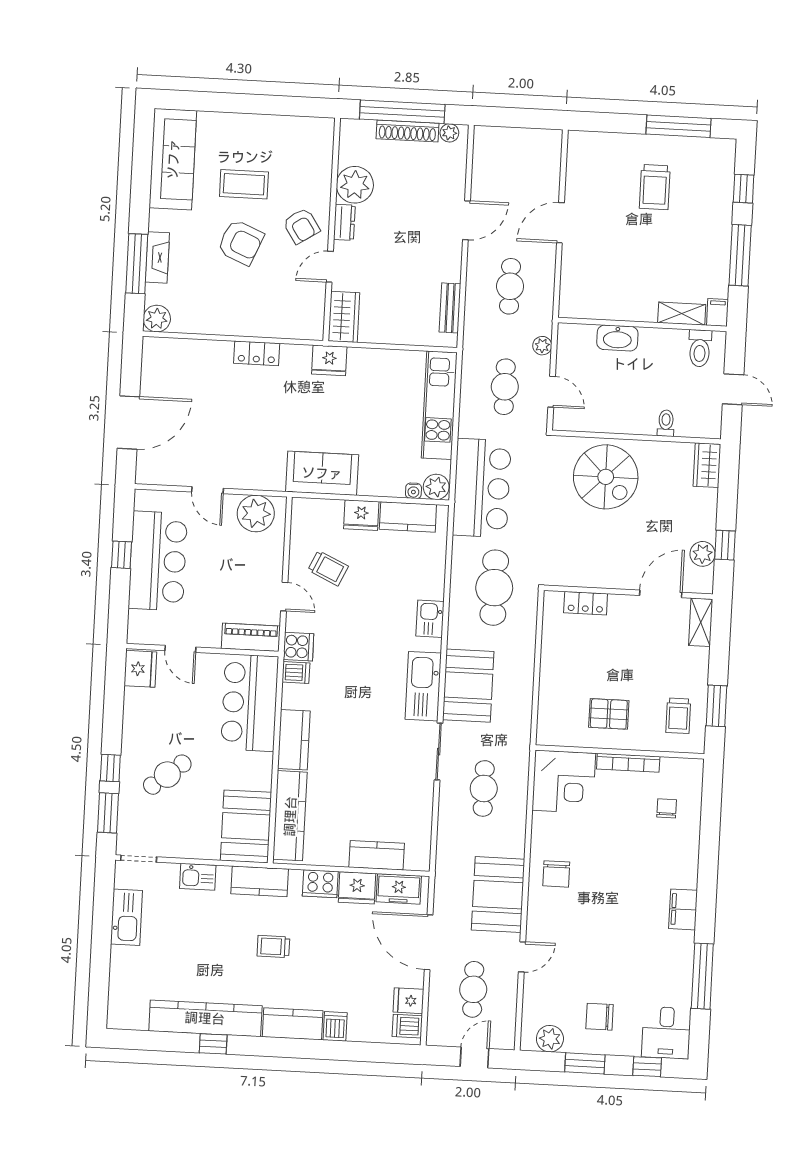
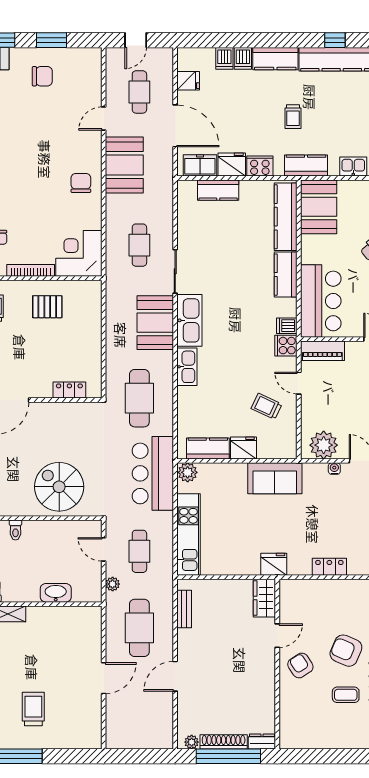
coffee table: (244, 184) -> (346, 695), width x0.73, depth x0.77
plant: (355, 185) -> (261, 699), removed
dresser: (344, 222) -> (262, 741), moved, turned 90
cafe table: (510, 286) -> (139, 628), width x1.37, depth x1.35
water cooler: (413, 491) -> (334, 469), moved
kitchen sink: (430, 619) -> (187, 367), width x1.38
trolley: (273, 947) -> (293, 117), turned 90
dishwasher: (407, 1026) -> (224, 58), moved, turned 90
plant: (550, 1039) -> (79, 58), removed

